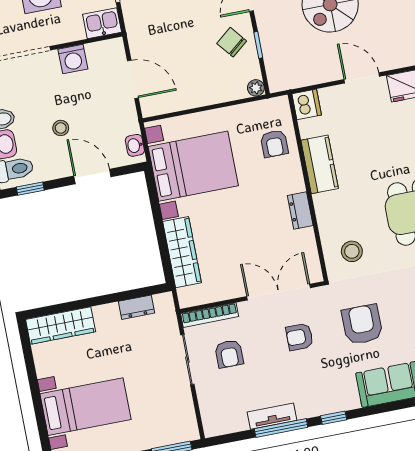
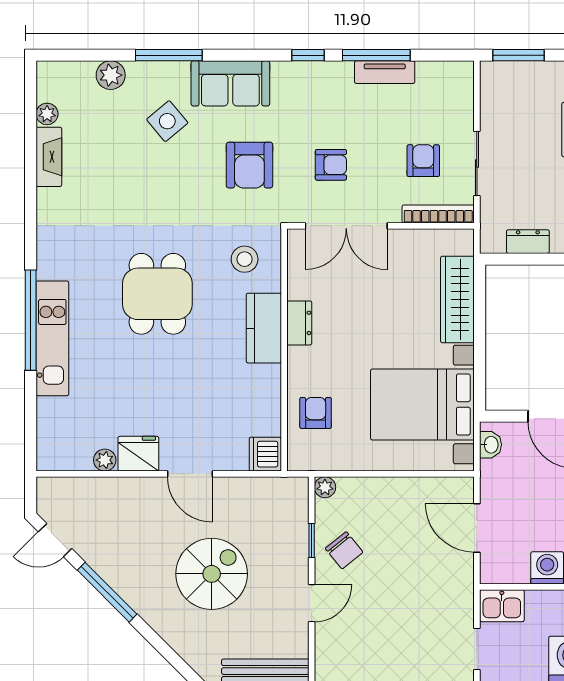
kitchen counter: (320, 164) -> (264, 328), moved

